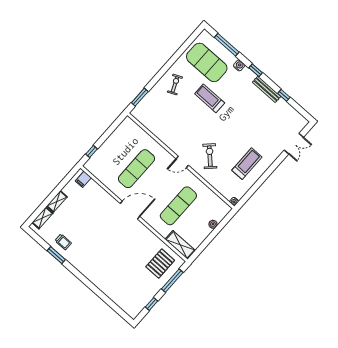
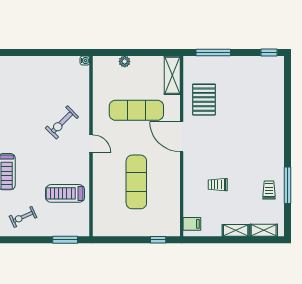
treadmill: (247, 164) -> (65, 193), moved
exercise mat: (137, 169) -> (136, 182), turned 90
door: (130, 210) -> (182, 137), moved
trolley: (93, 215) -> (218, 185), added
window: (56, 255) -> (287, 185), width x1.44
pallet: (160, 264) -> (204, 100), moved, turned 90
window: (151, 304) -> (269, 52), moved

